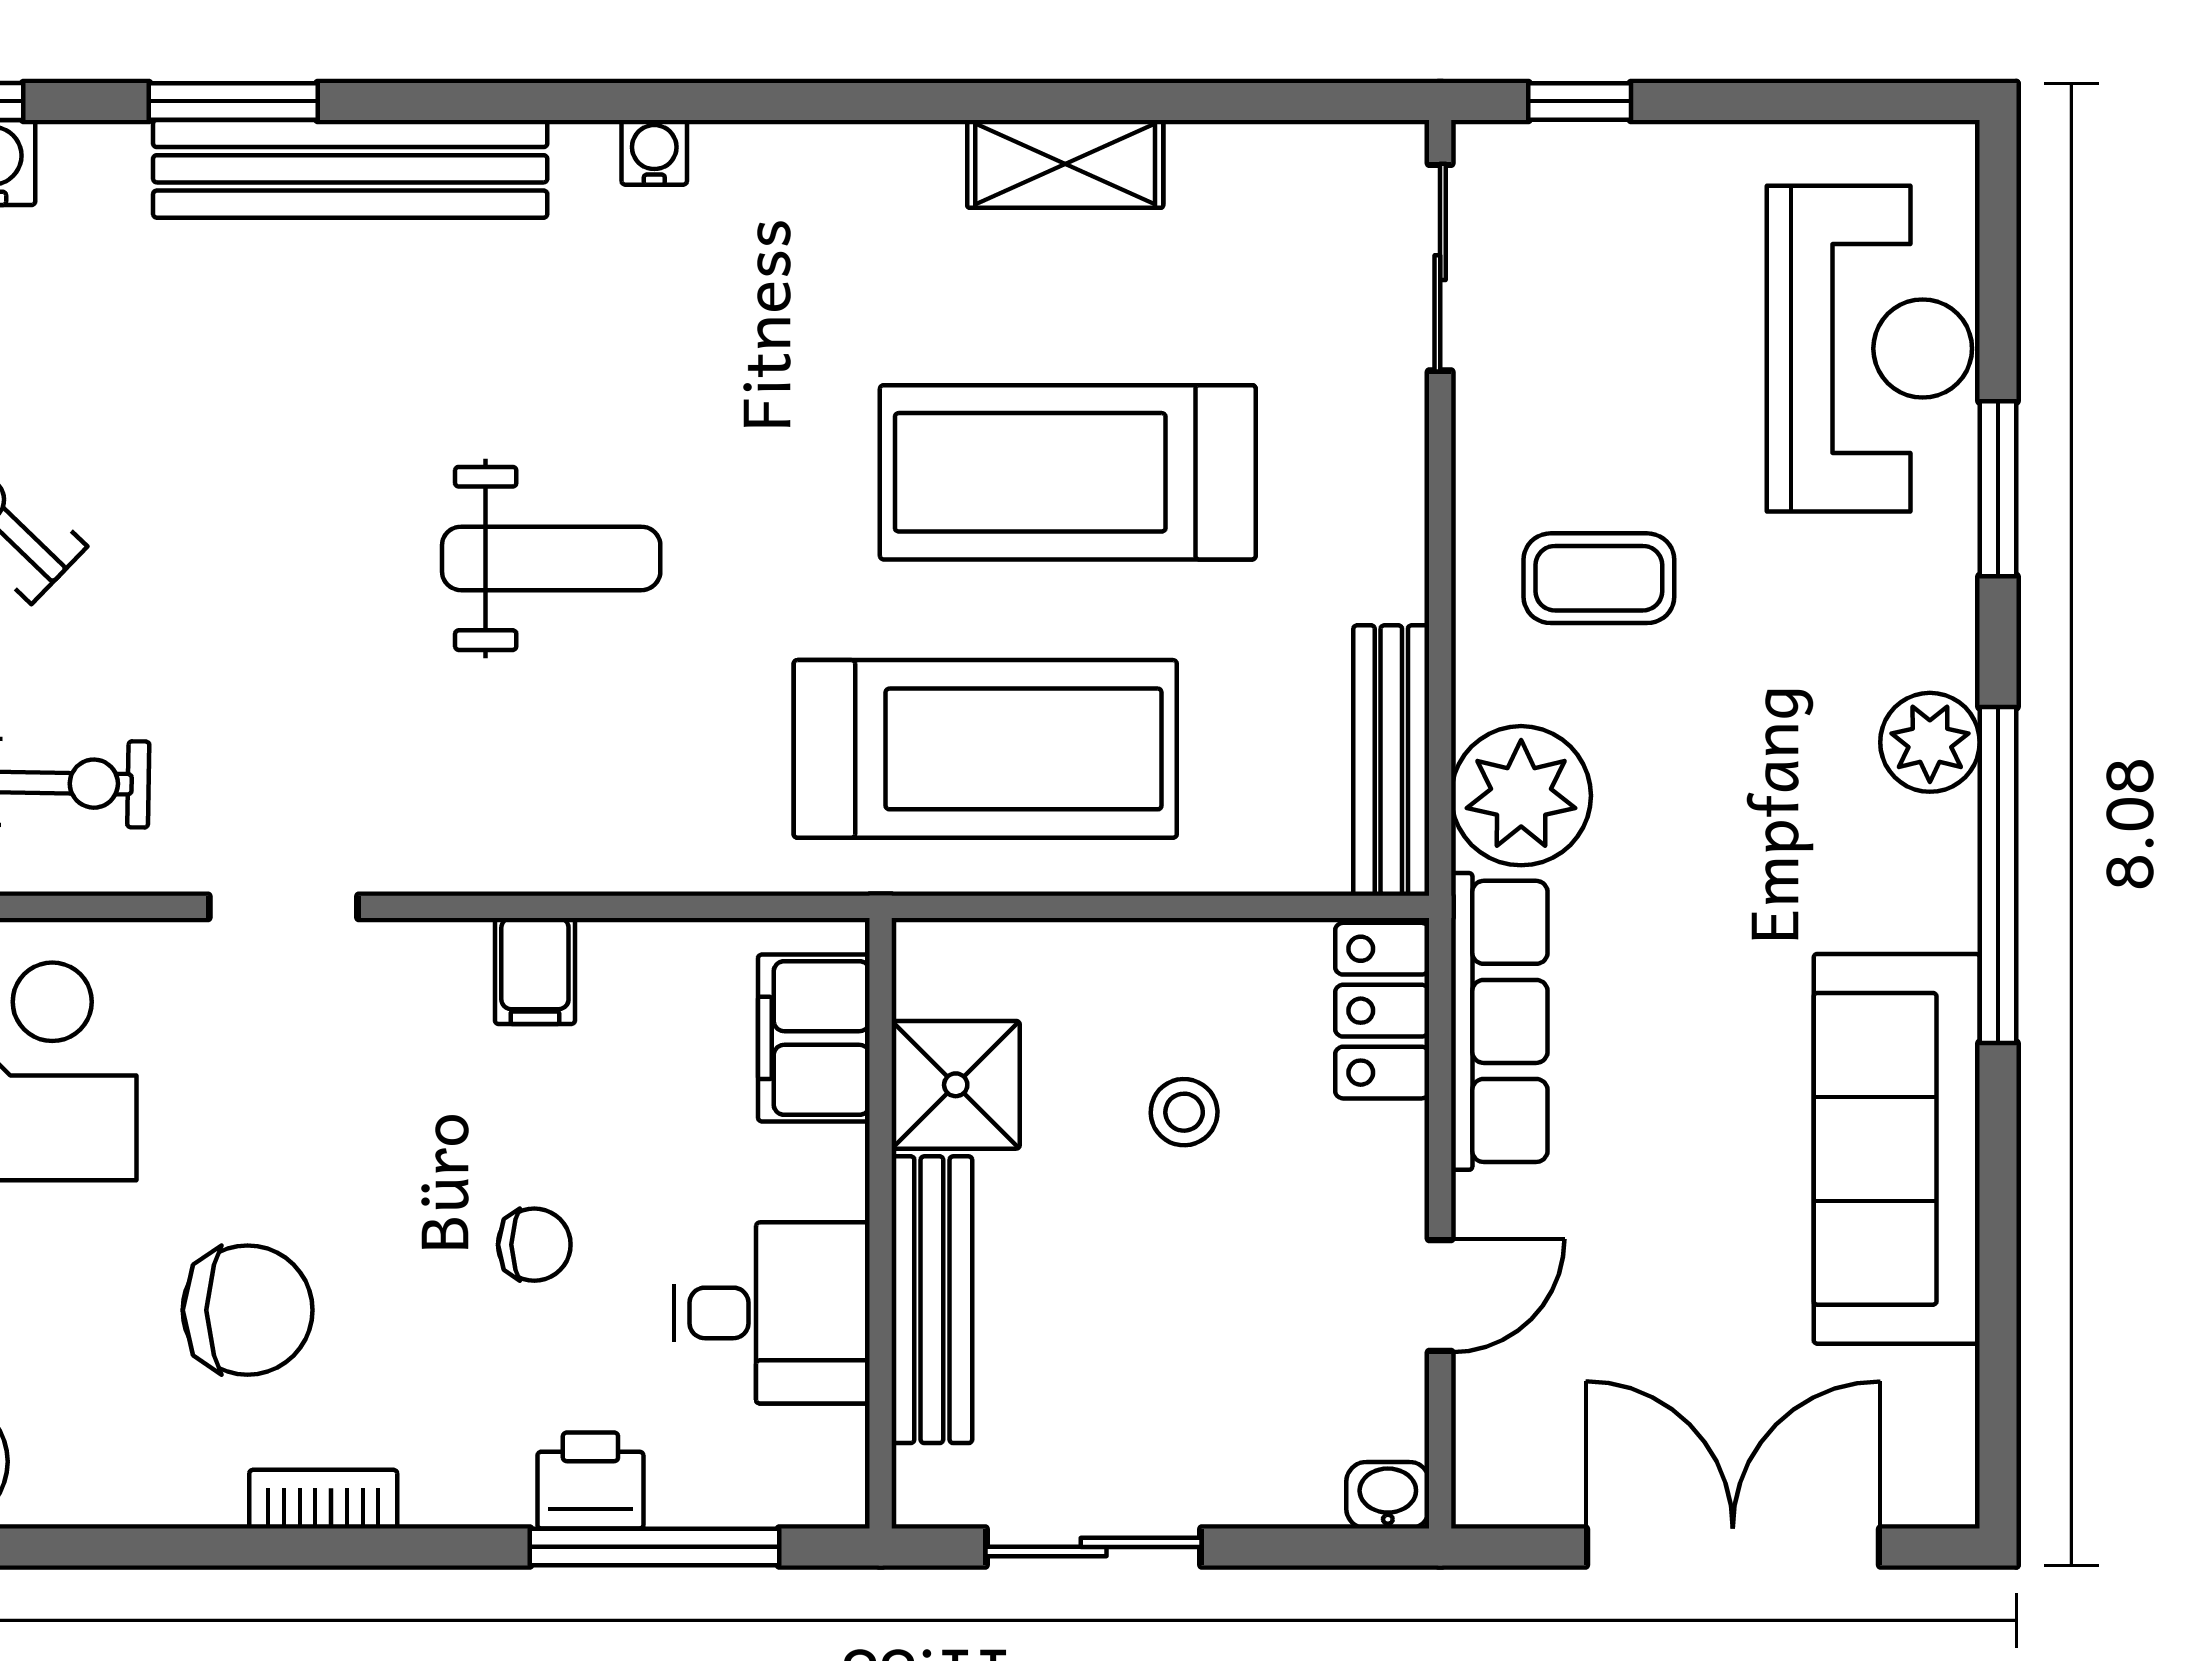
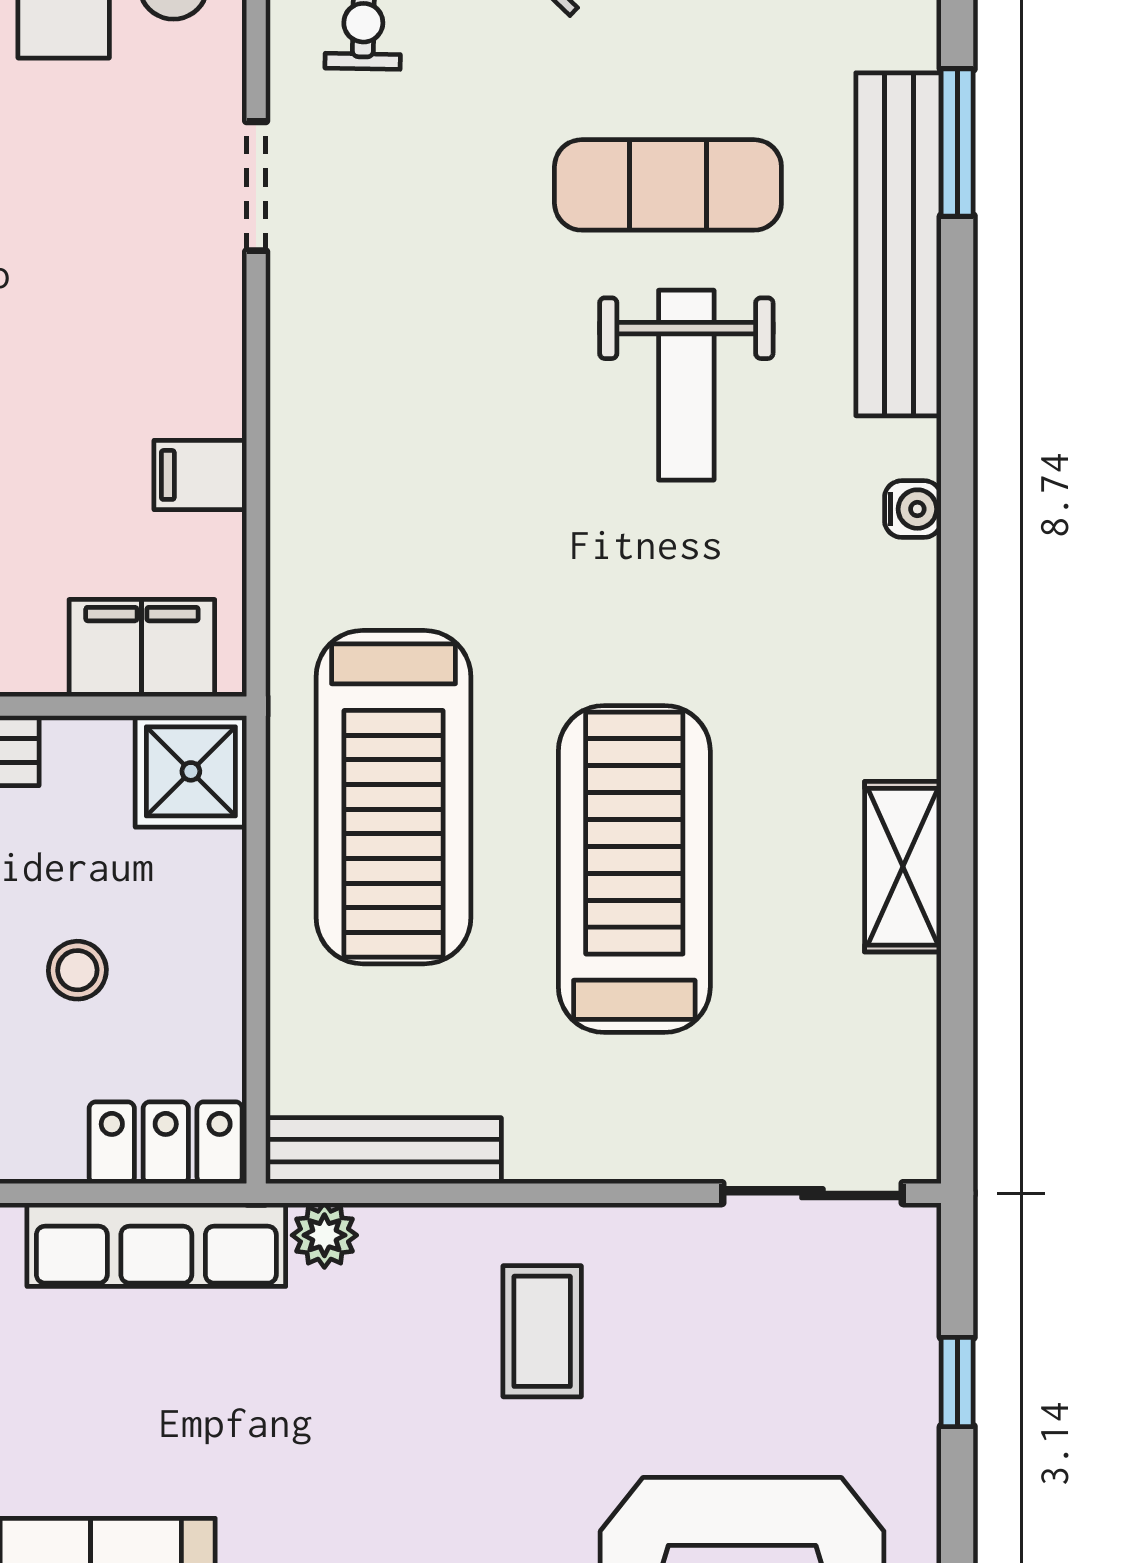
window: (1580, 101) -> (957, 1382), moved
exercise mat: (282, 434) -> (668, 185), added
weight bench: (551, 558) -> (686, 385), moved
plant: (1521, 796) -> (324, 1235), width x0.53, depth x0.53
filing cabinet: (535, 971) -> (200, 475), moved
shower: (956, 1085) -> (191, 771), moved

